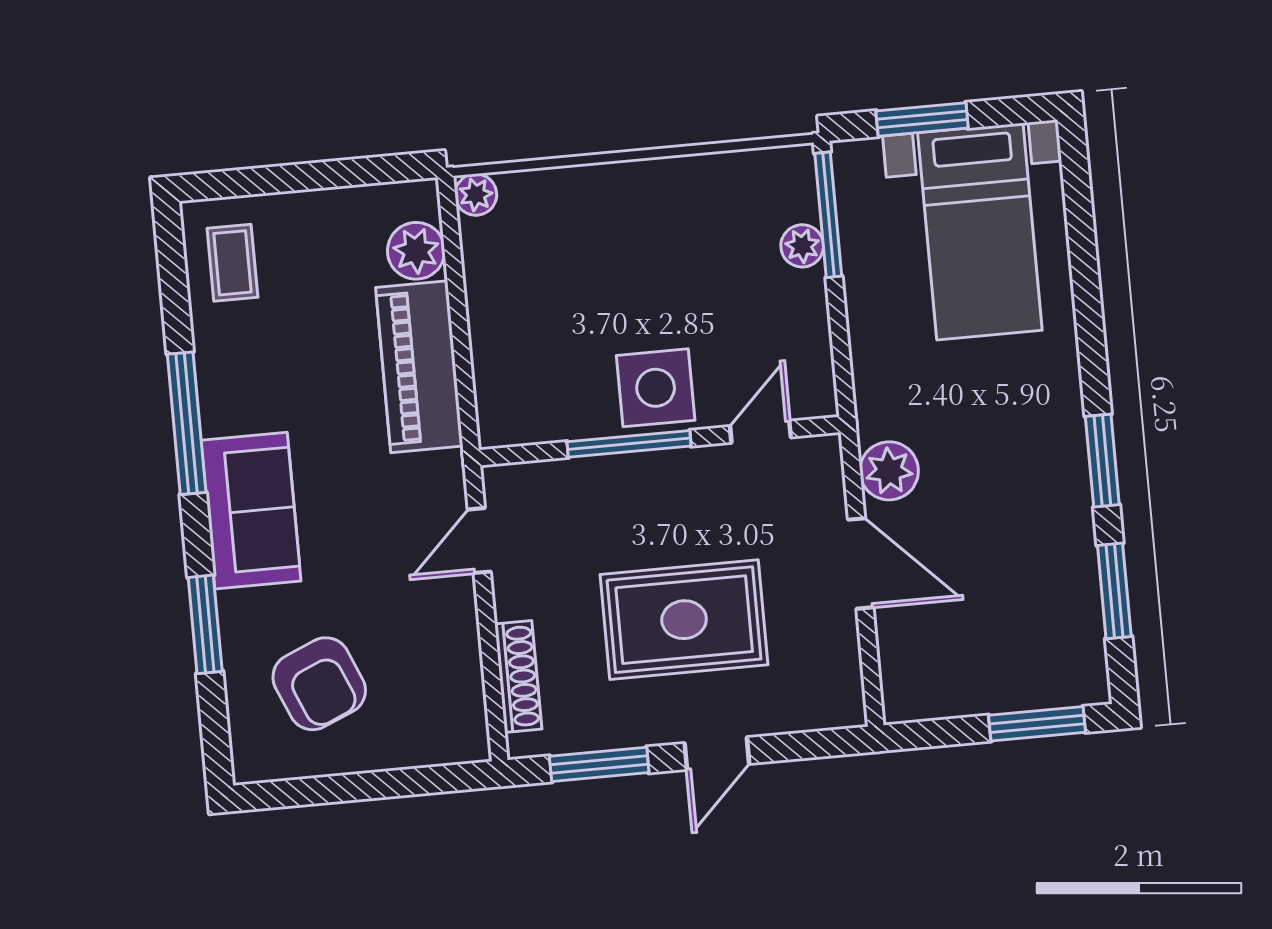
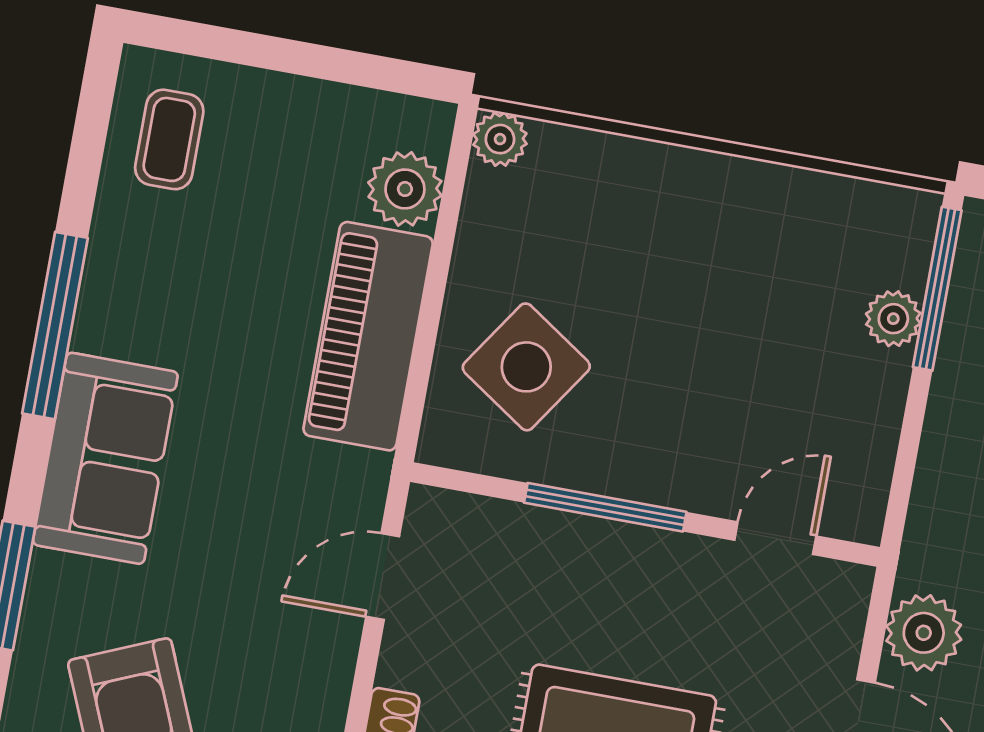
side table: (656, 388) -> (526, 367), moved, turned 34

